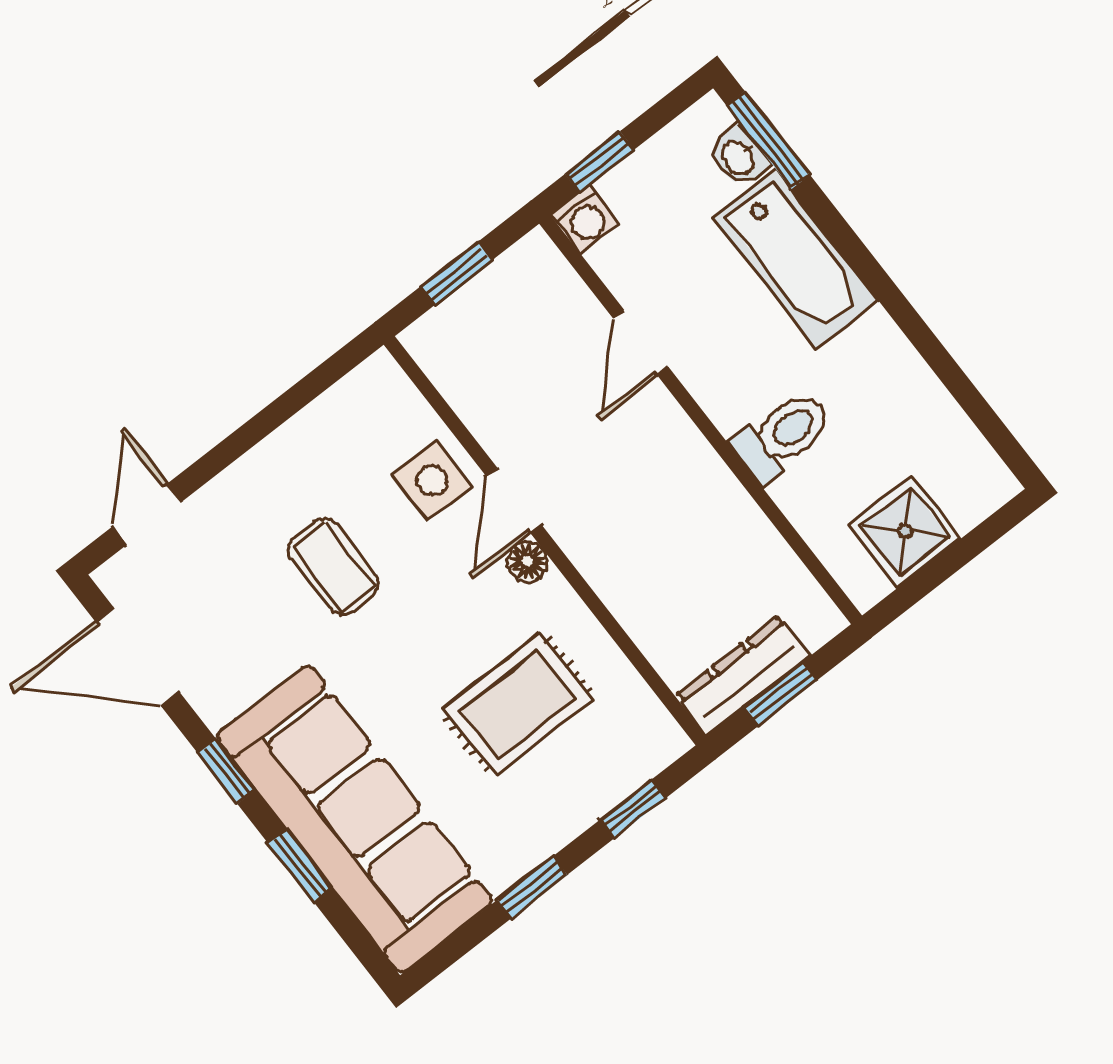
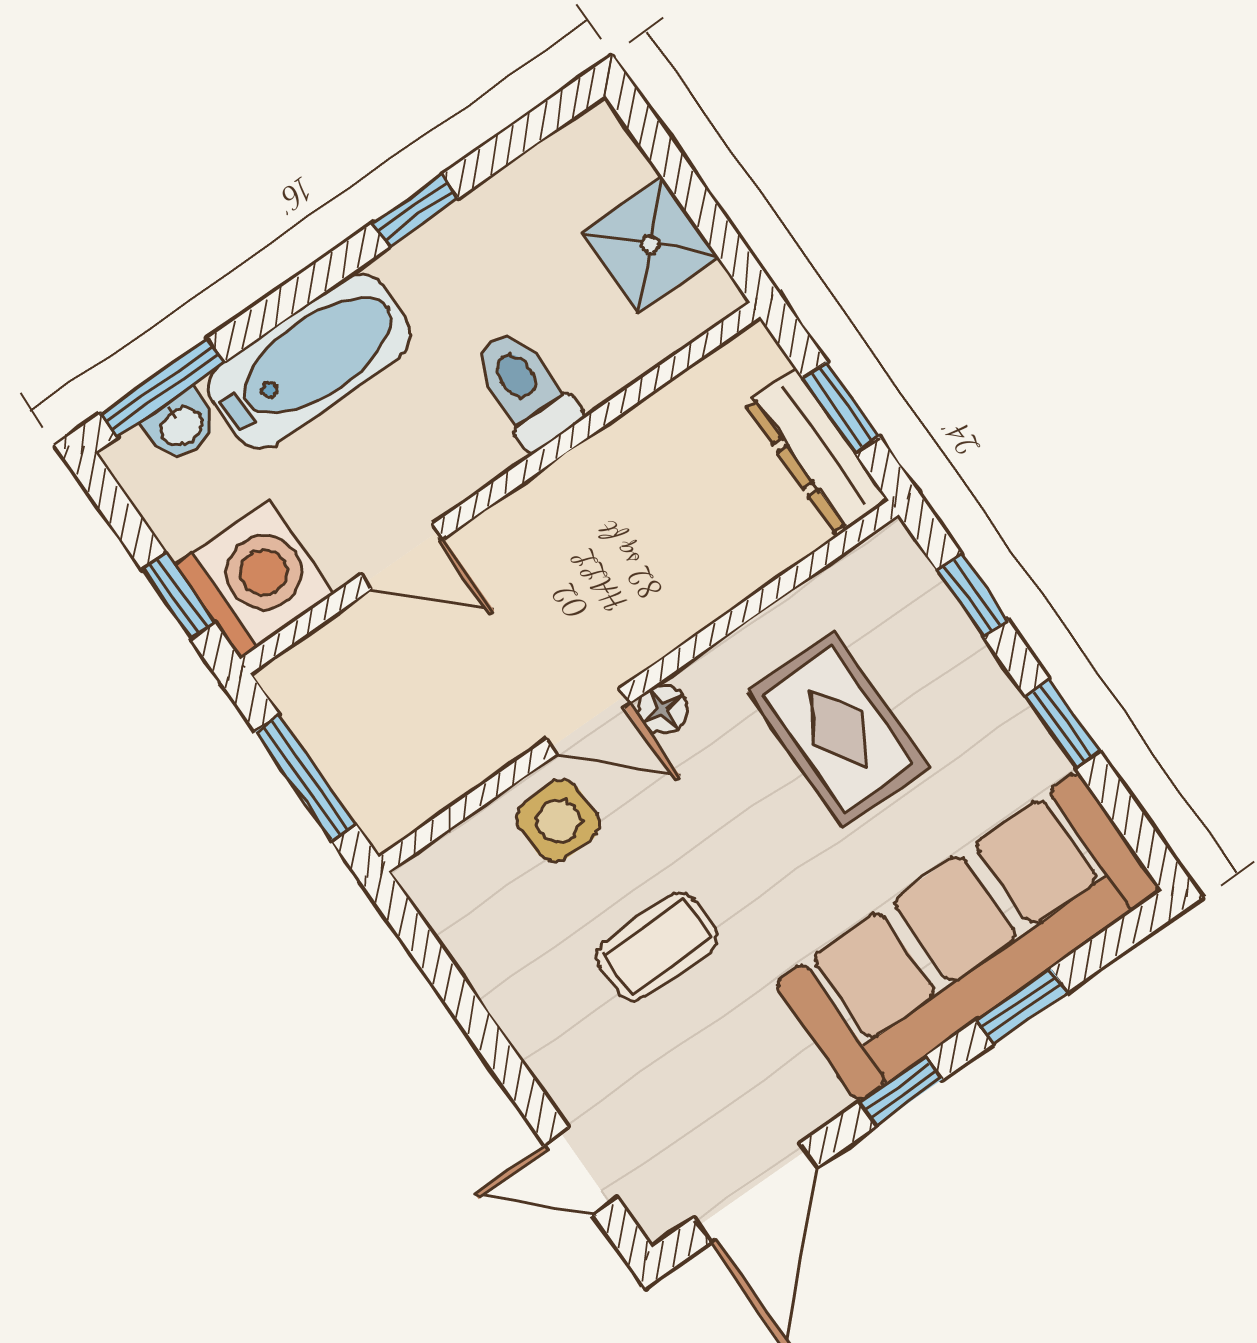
washing machine: (585, 219) -> (254, 579), width x1.89, depth x1.89
window: (457, 273) -> (306, 778), width x1.50
window: (923, 339) -> (416, 210), added

